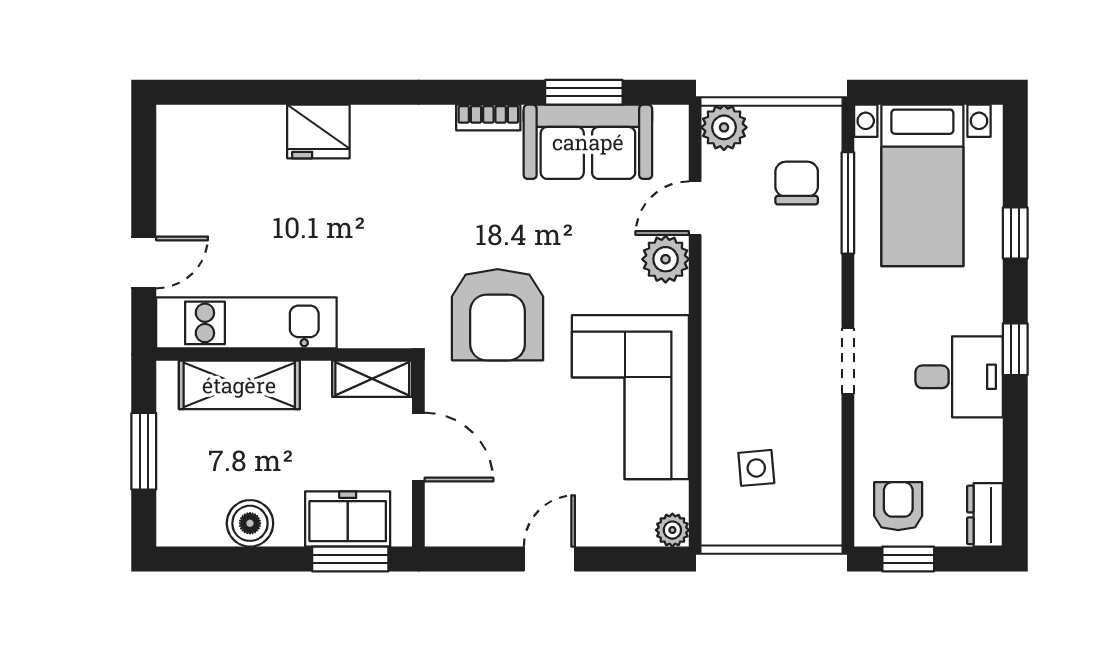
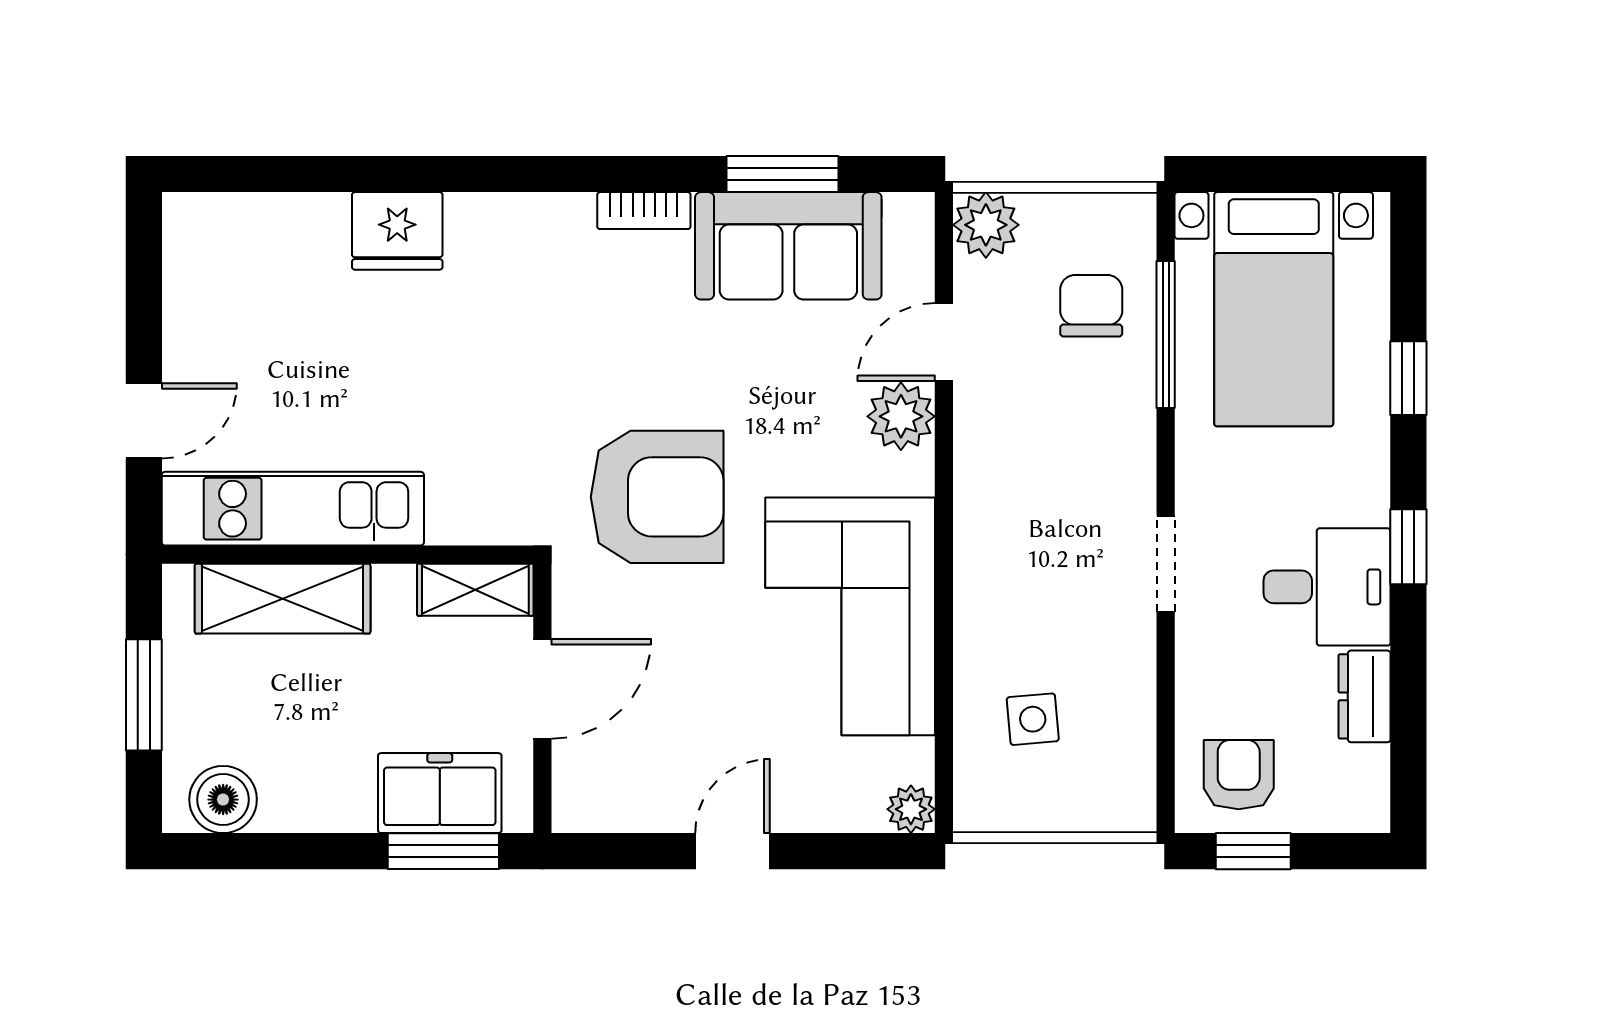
armchair: (498, 315) -> (657, 497), turned -90
door: (418, 447) -> (542, 689), hinge flipped
dresser: (985, 515) -> (1365, 696), moved
boiler: (250, 523) -> (223, 800), moved

